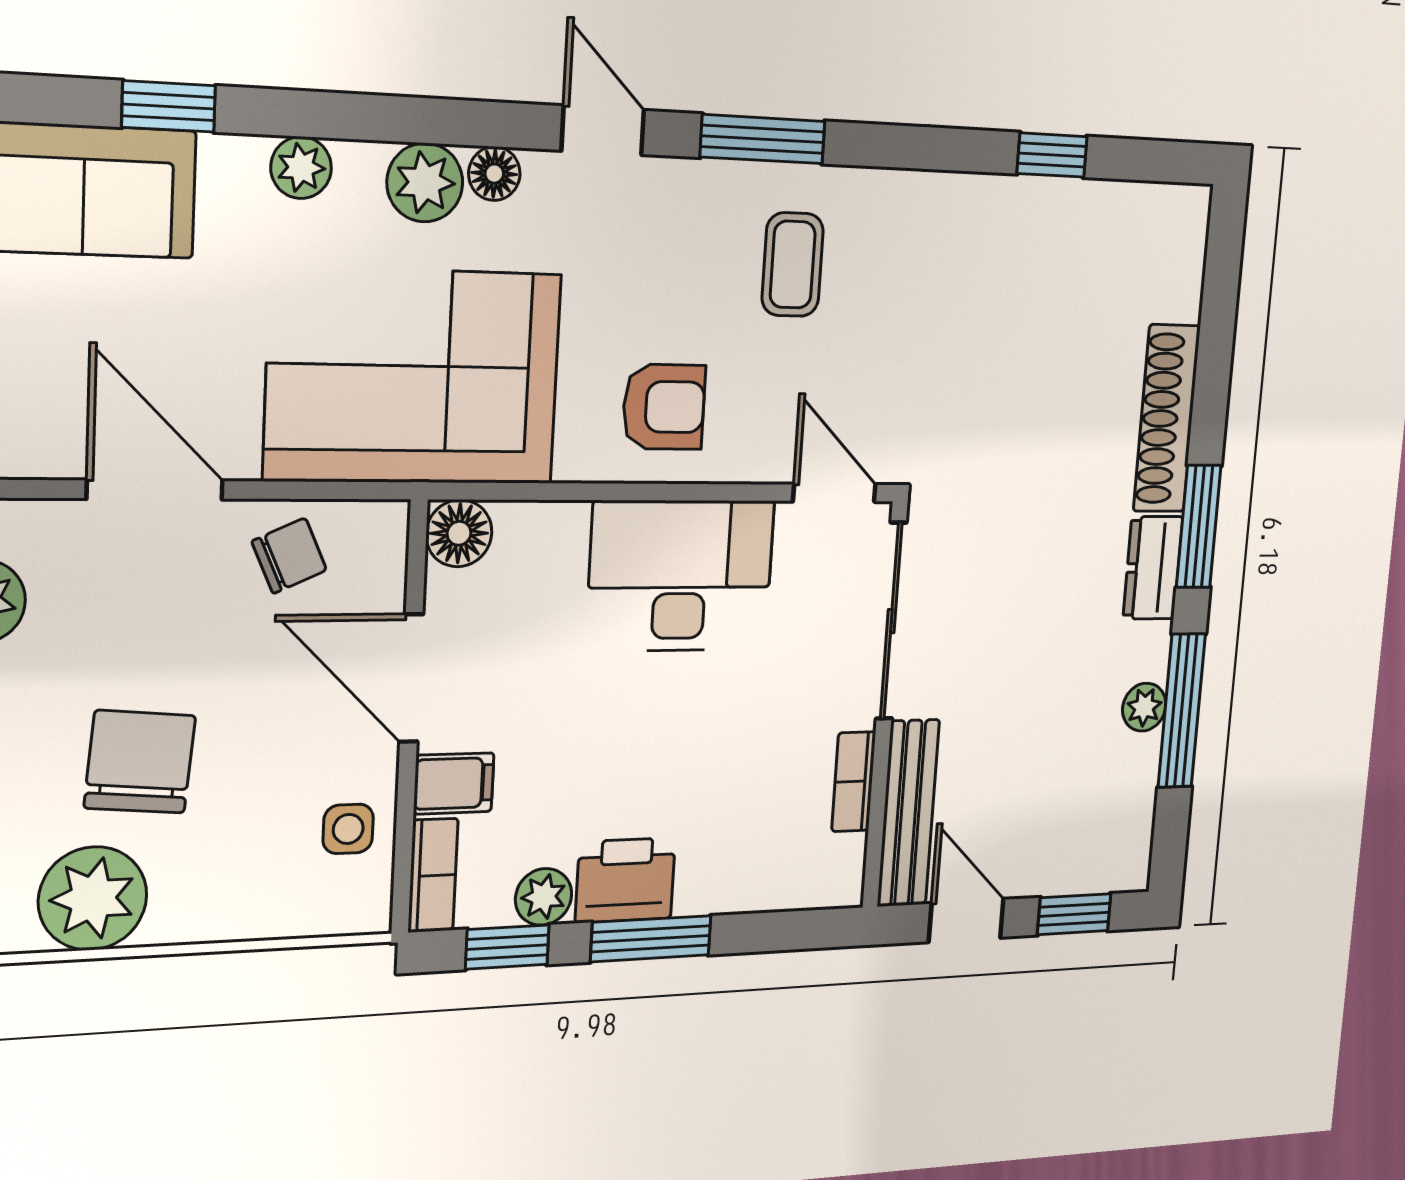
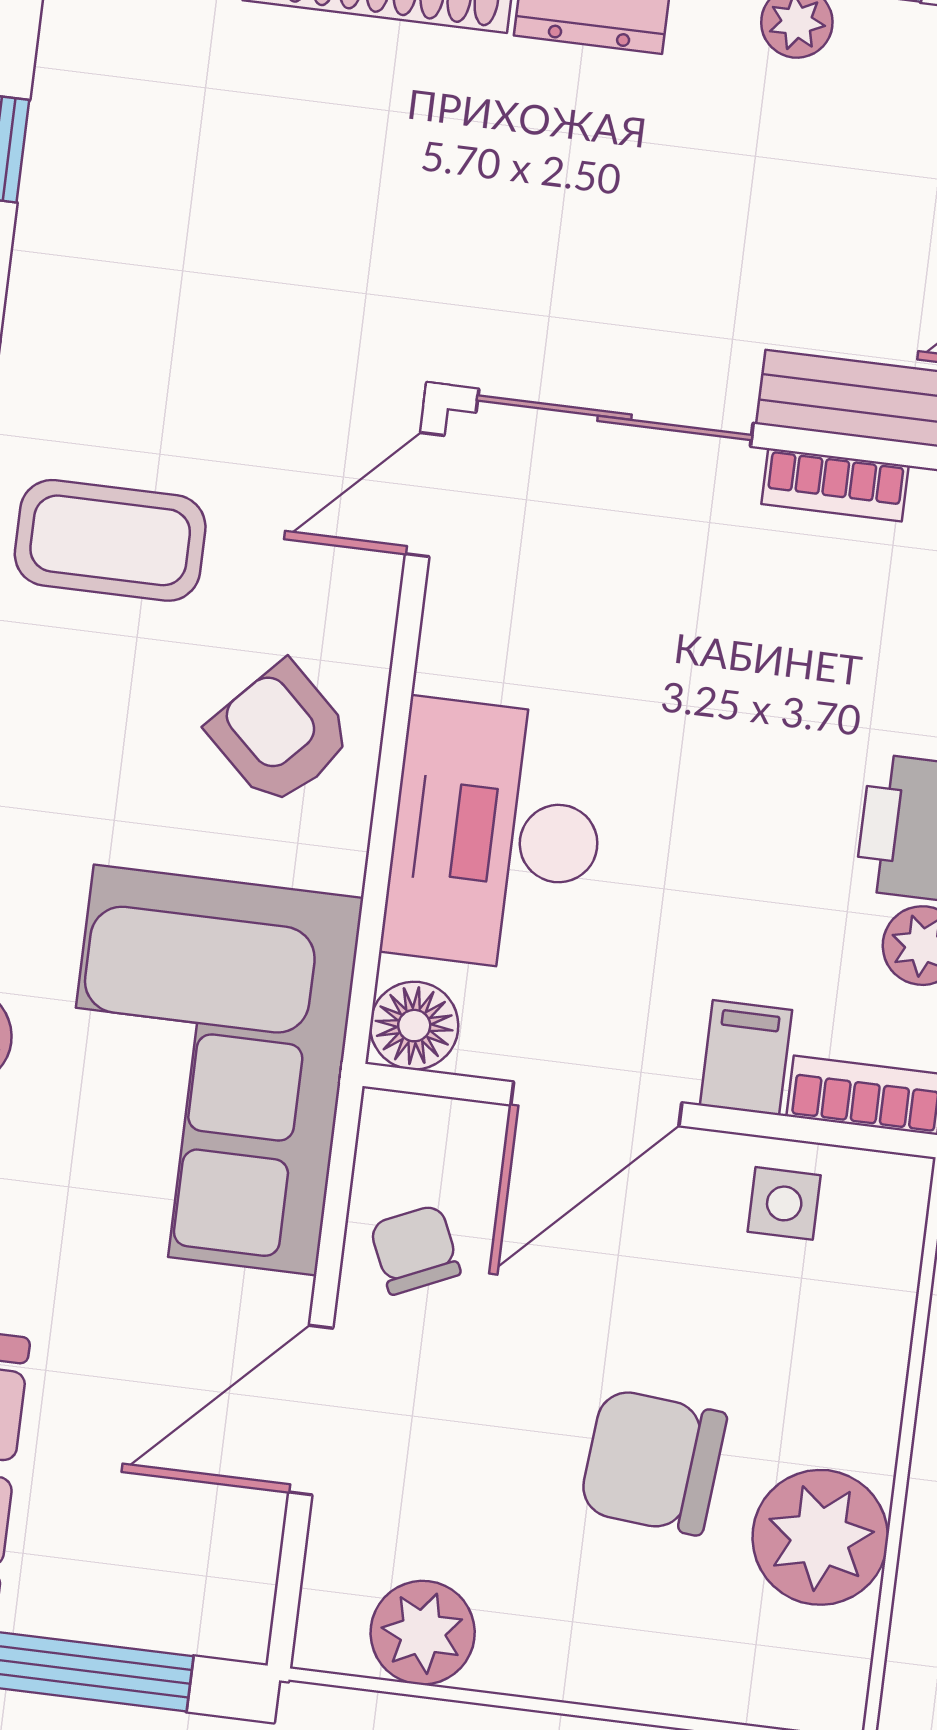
coffee table: (793, 265) -> (110, 540), width x1.36, depth x1.30
armchair: (664, 407) -> (280, 734), turned -47
desk: (680, 576) -> (496, 836), moved

